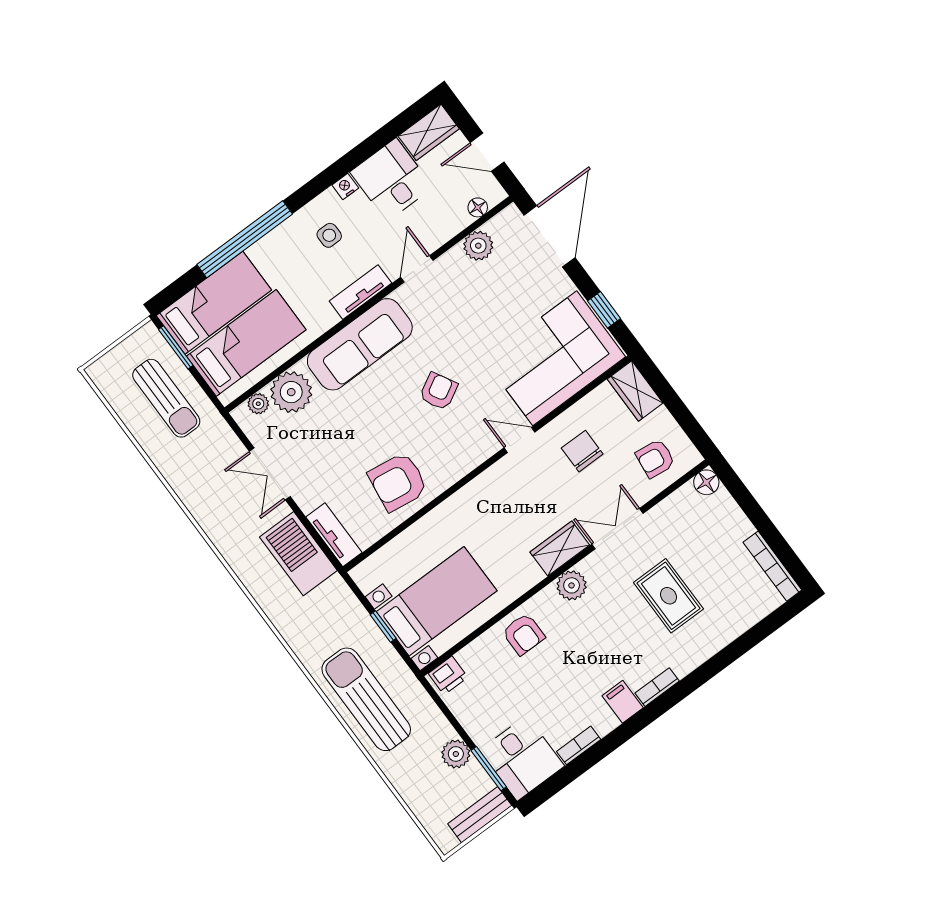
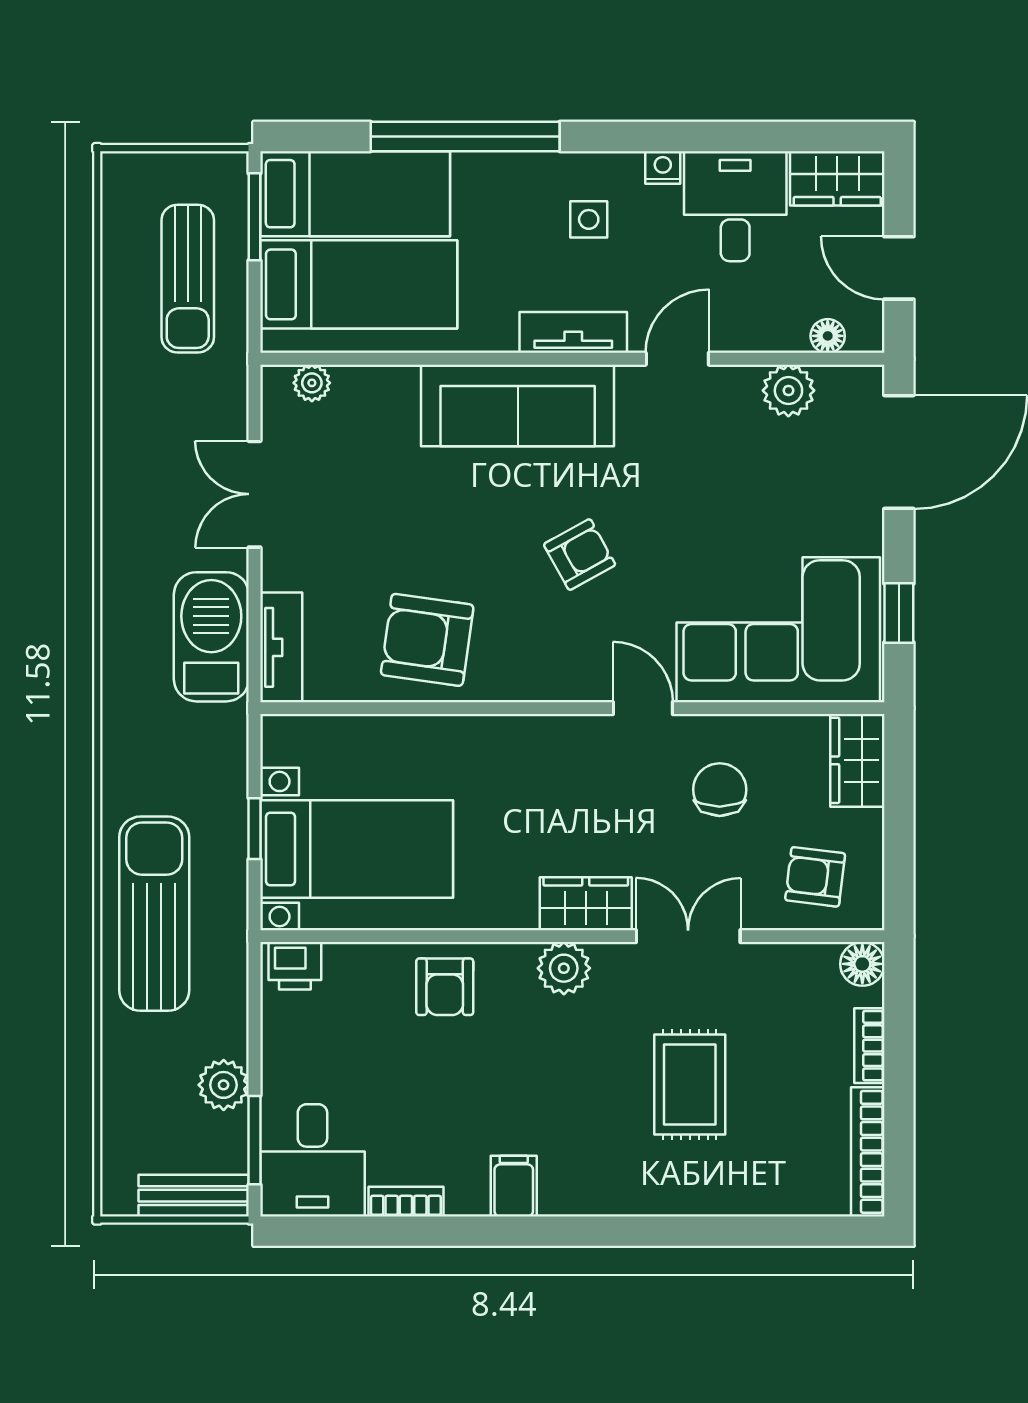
plant: (291, 392) -> (371, 401), removed
bookcase: (657, 687) -> (869, 1046), moved, turned -90

